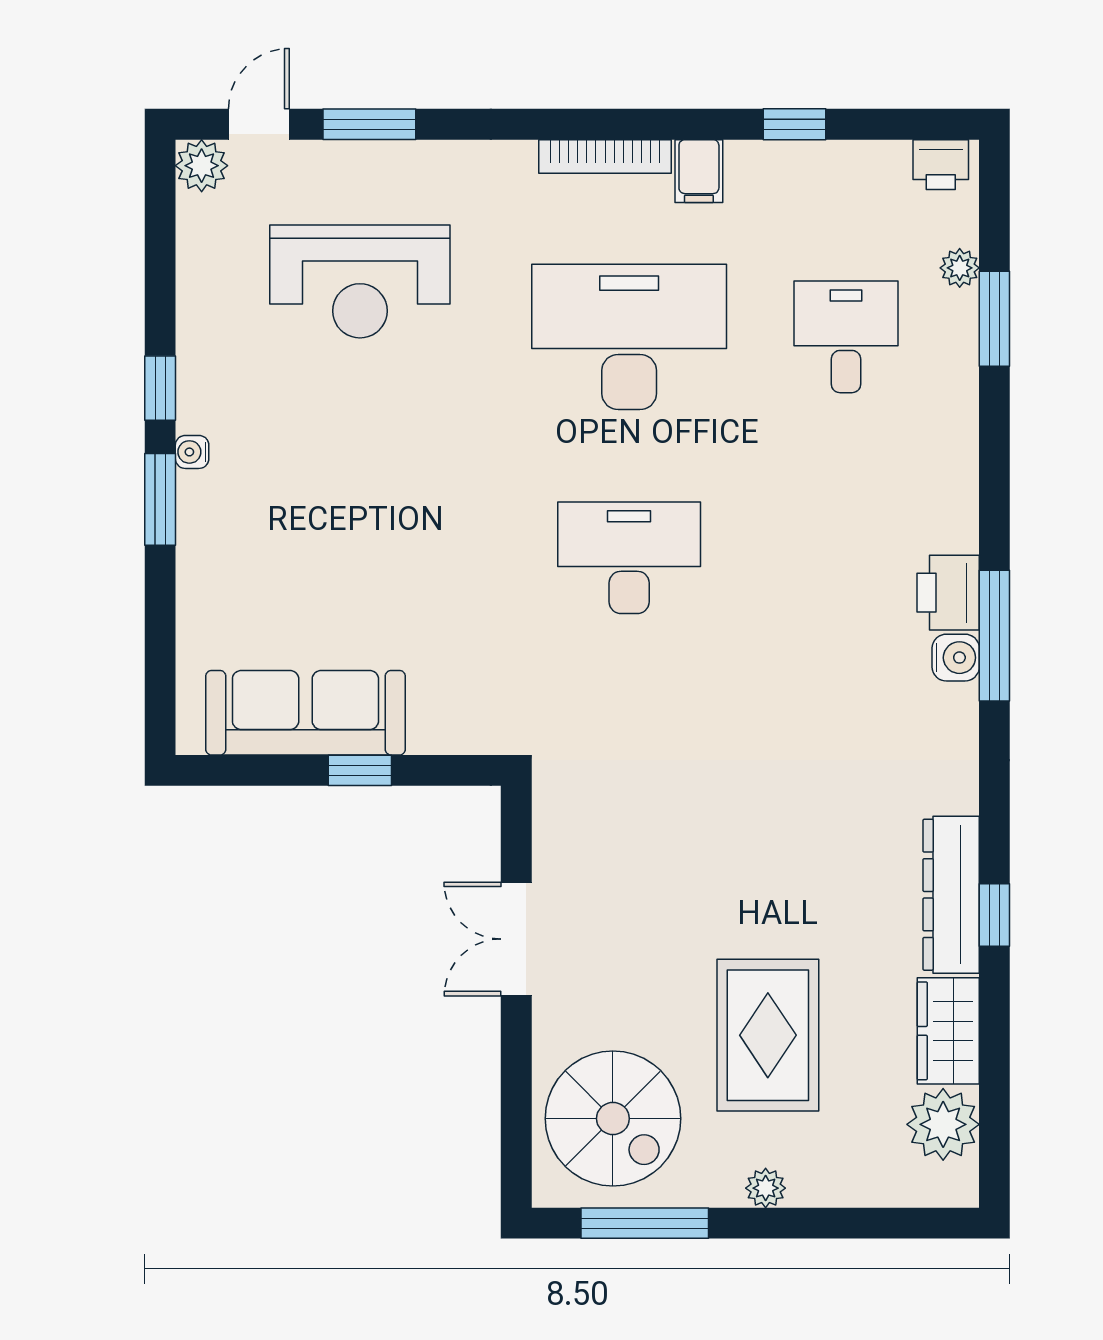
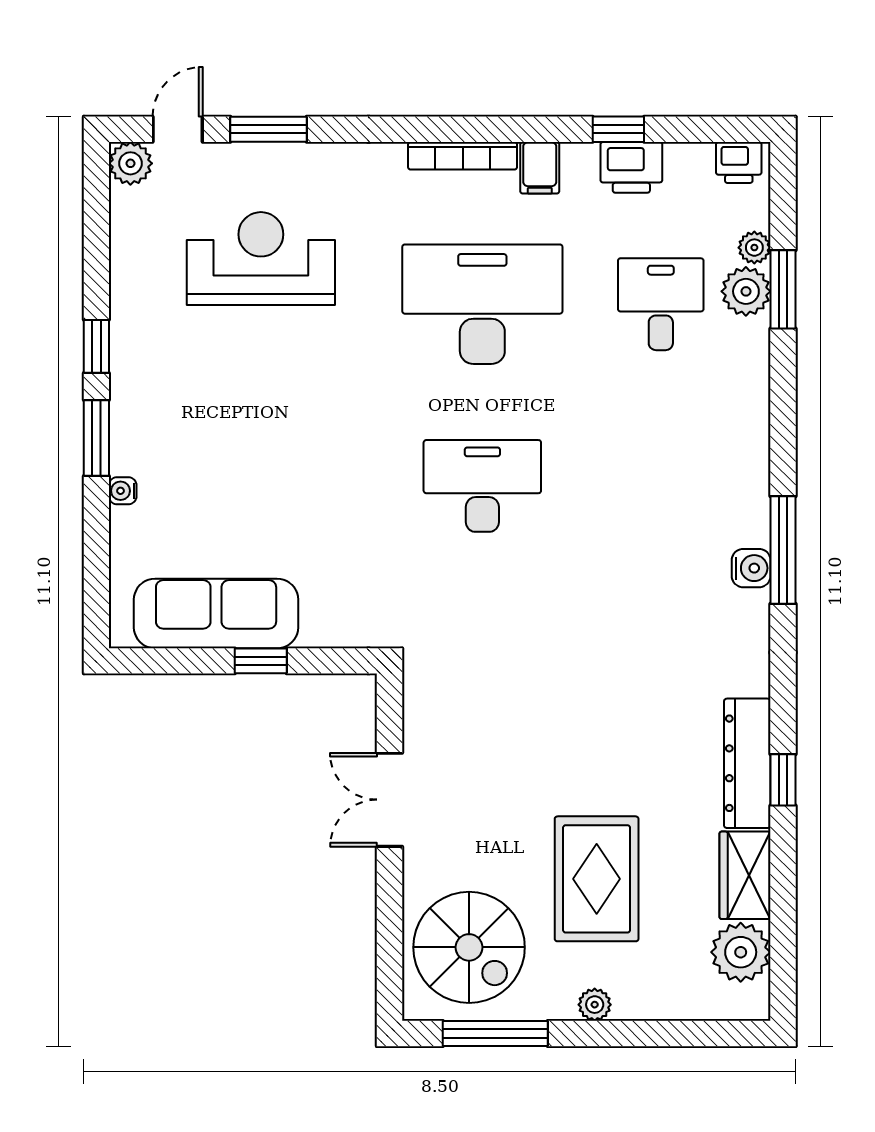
reception desk: (360, 281) -> (261, 259), turned 180
plant: (949, 321) -> (746, 291), added
water cooler: (192, 452) -> (123, 491), moved
printer: (948, 593) -> (631, 167), moved, turned -90

